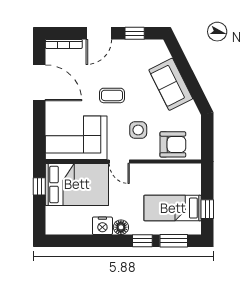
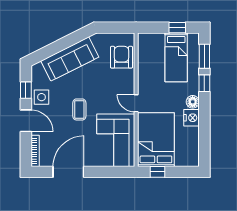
sofa: (171, 84) -> (70, 59), width x1.36
side table: (138, 130) -> (42, 97), moved
door: (119, 161) -> (136, 103), swing flipped

